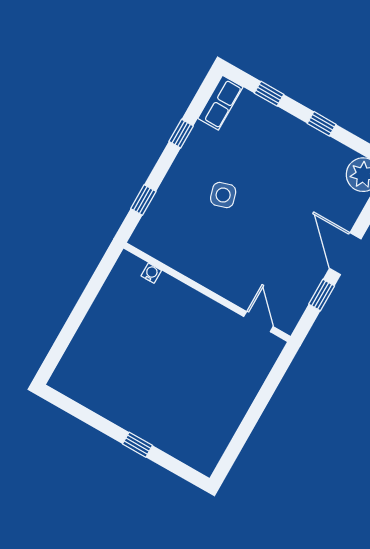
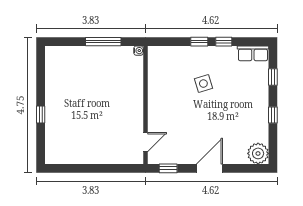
window: (143, 200) -> (199, 42), moved
water cooler: (151, 273) -> (139, 51), moved
window: (322, 295) -> (168, 168), moved
window: (86, 301) -> (103, 42), added

